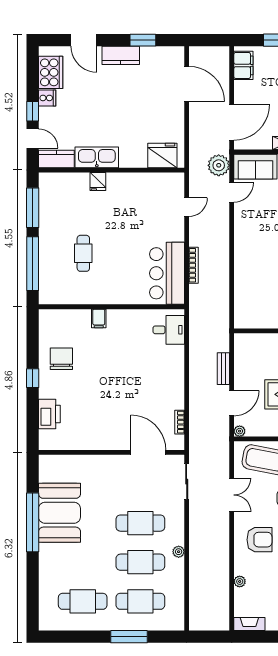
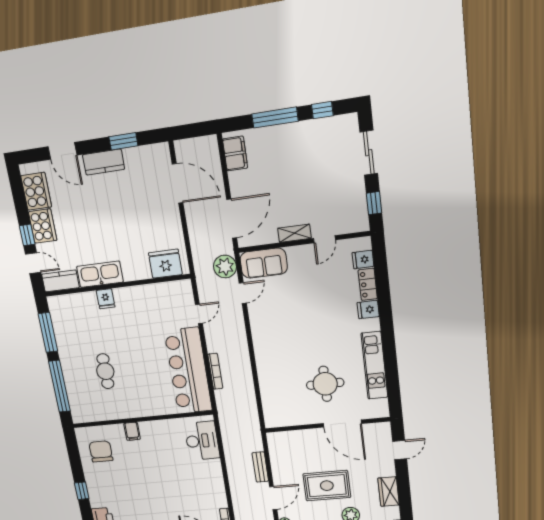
cooker: (47, 98) -> (43, 226), width x1.87, depth x1.31
bar counter: (167, 273) -> (188, 371), width x1.36
desk: (169, 330) -> (202, 441), width x1.37
chair: (61, 359) -> (101, 451), moved

